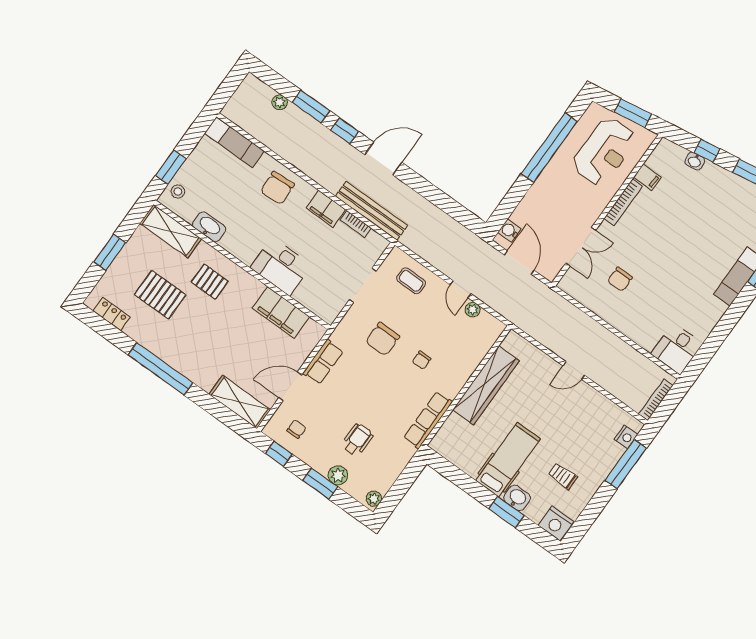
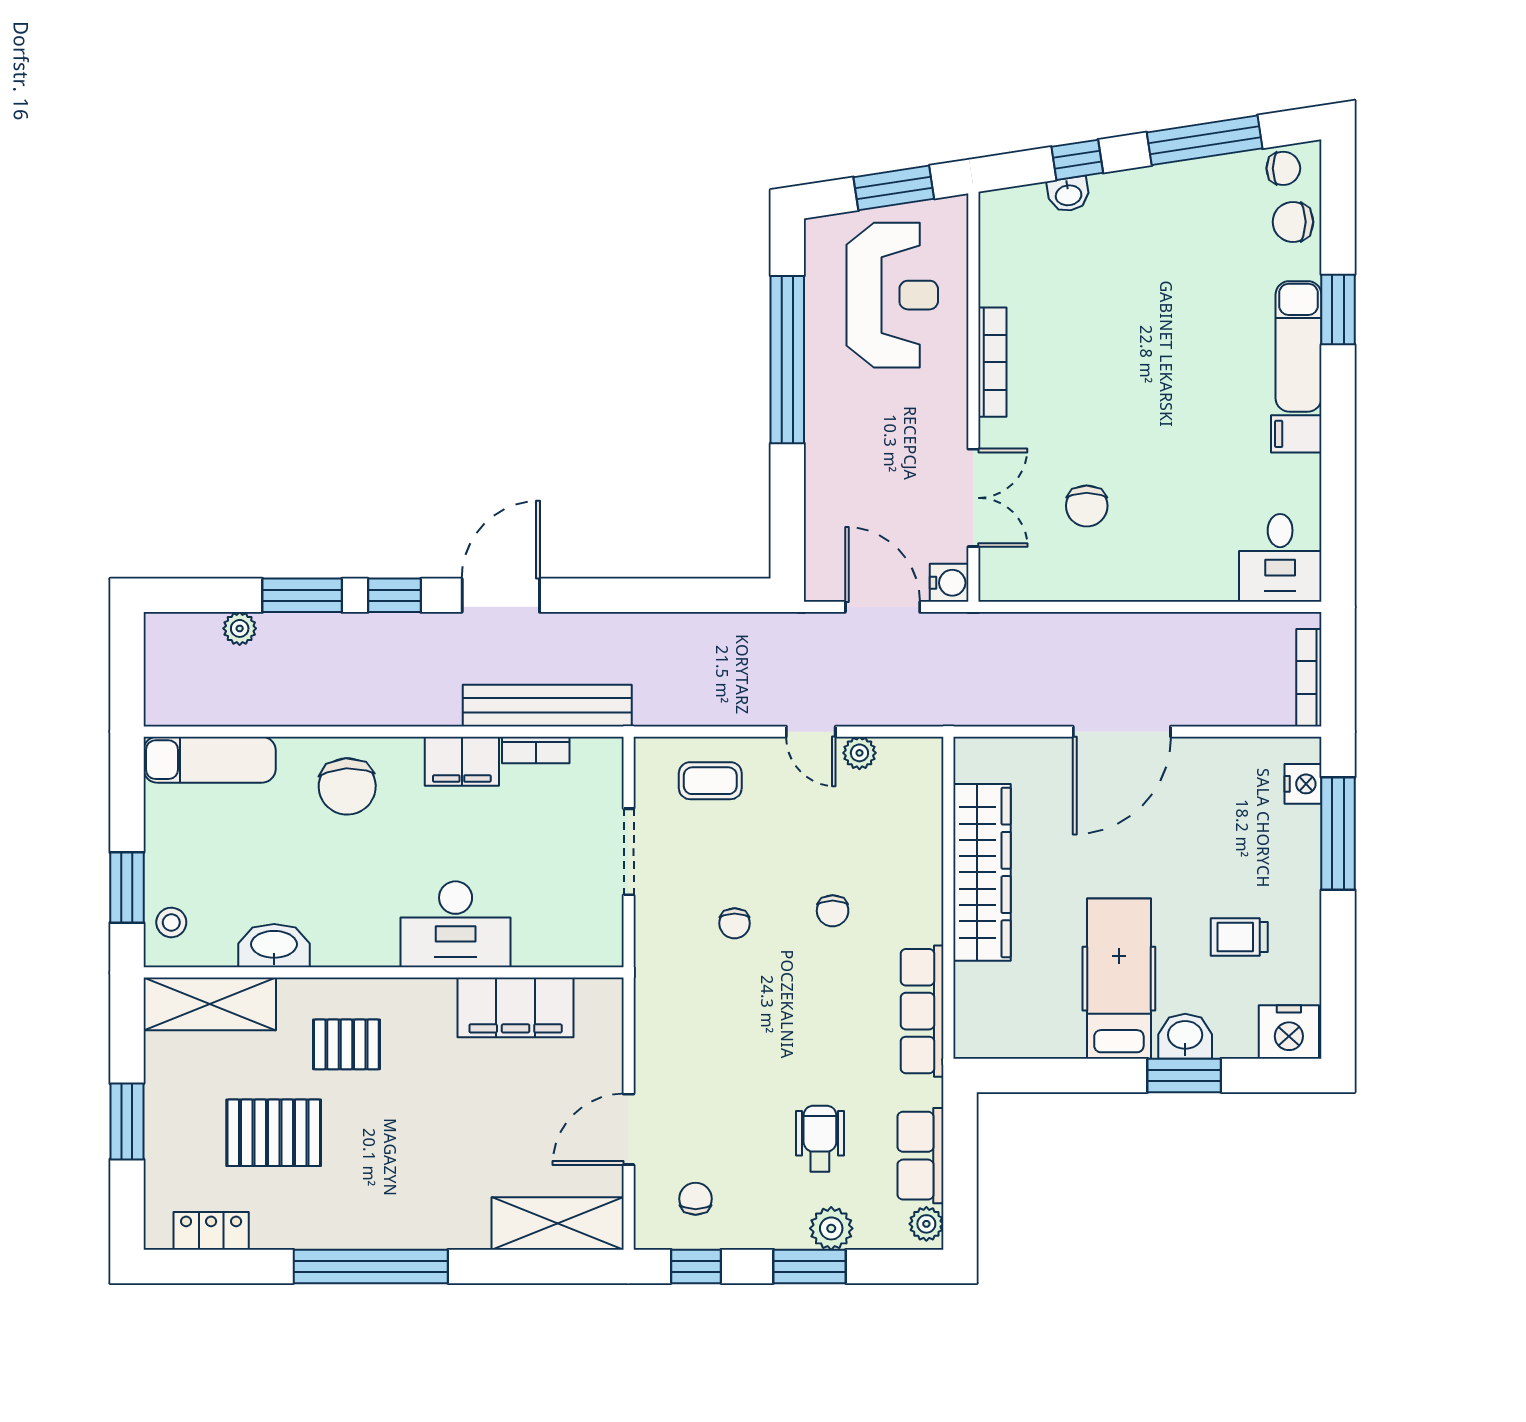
filing cabinet: (647, 177) -> (1296, 434), moved, turned 180
water cooler: (509, 231) -> (949, 583), moved, turned 180
chair: (383, 339) -> (735, 923), width x0.54, depth x0.54
row of seats: (323, 362) -> (921, 1156), moved, turned 180
door: (574, 371) -> (1122, 732), width x1.88

